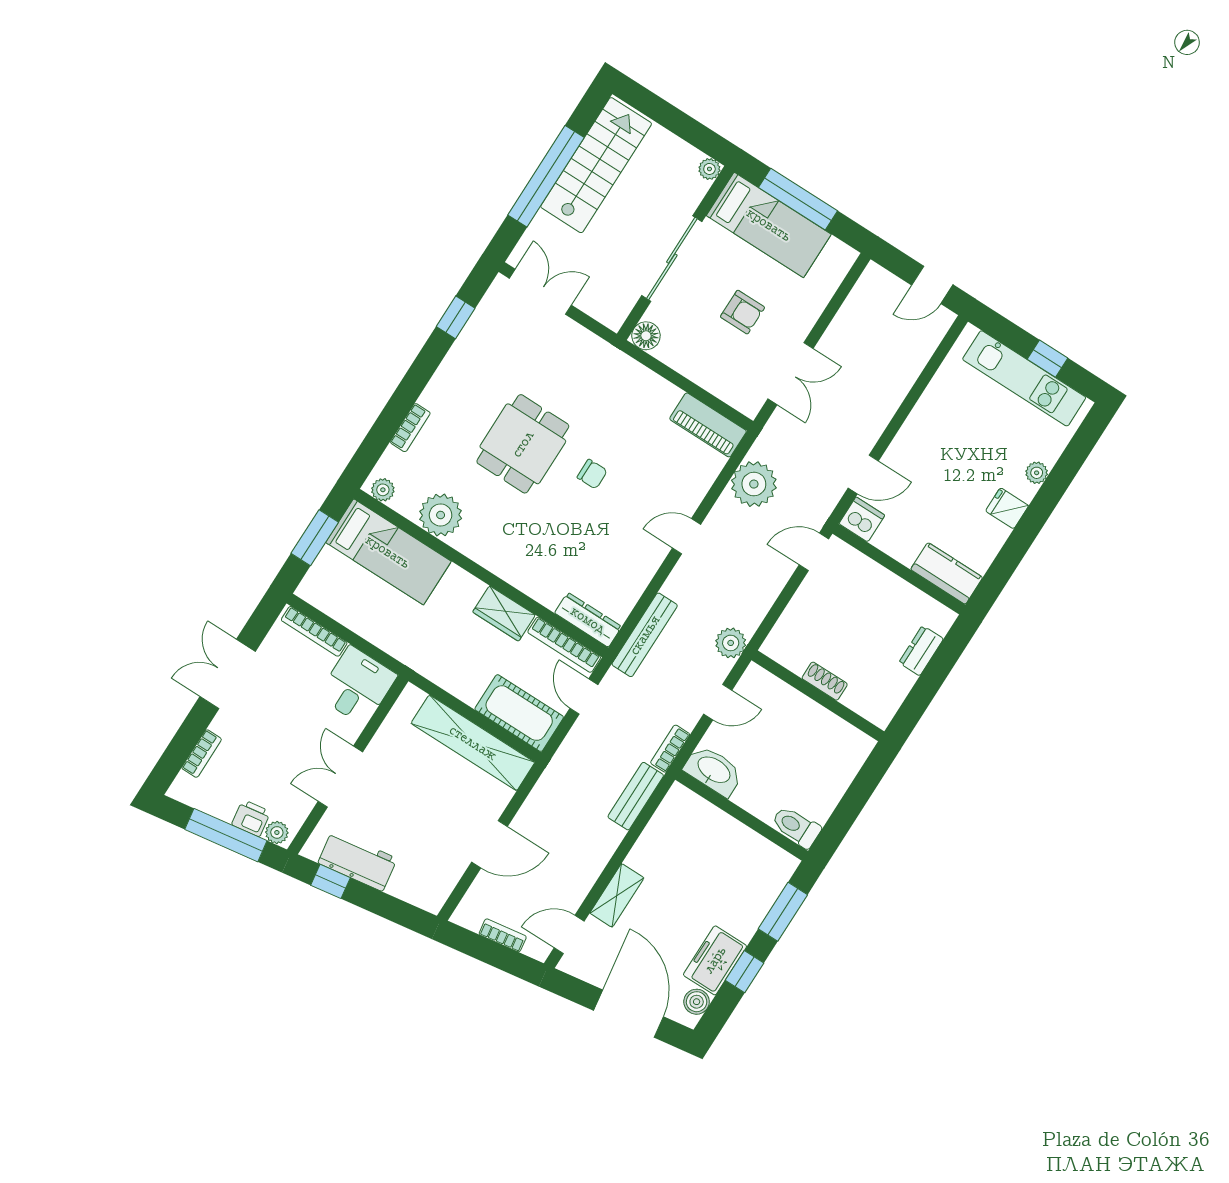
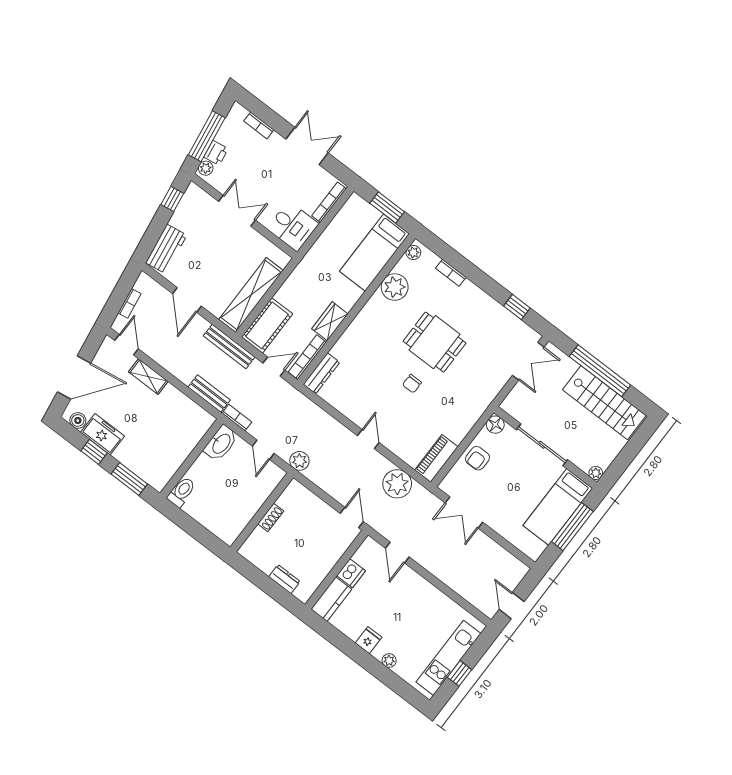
armchair: (742, 312) -> (478, 458), moved
dishwasher: (862, 519) -> (351, 573), moved
bench: (645, 635) -> (229, 346), moved
workbench: (358, 861) -> (166, 249), moved

